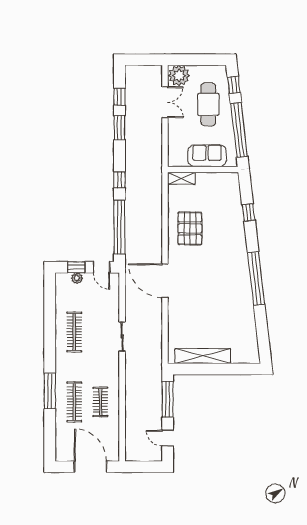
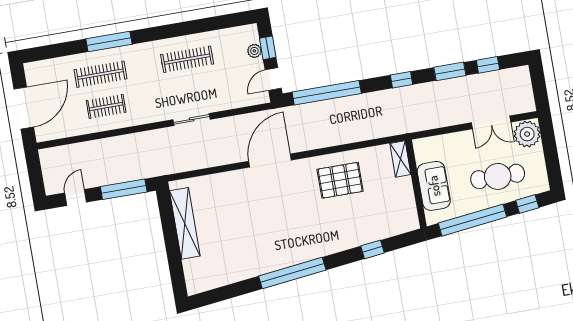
window: (119, 180) -> (401, 80), moved

